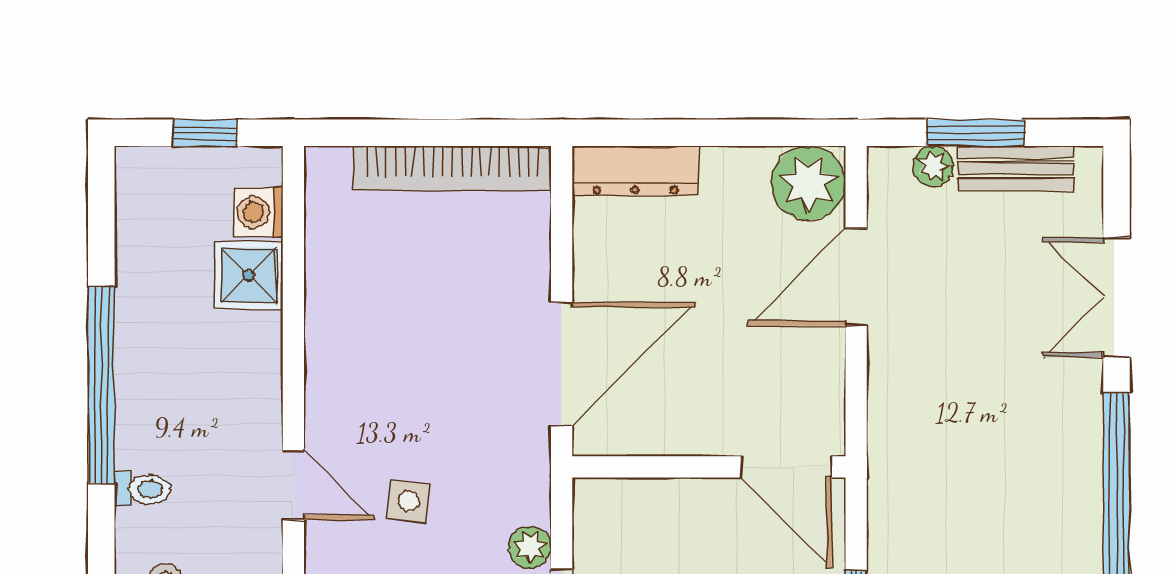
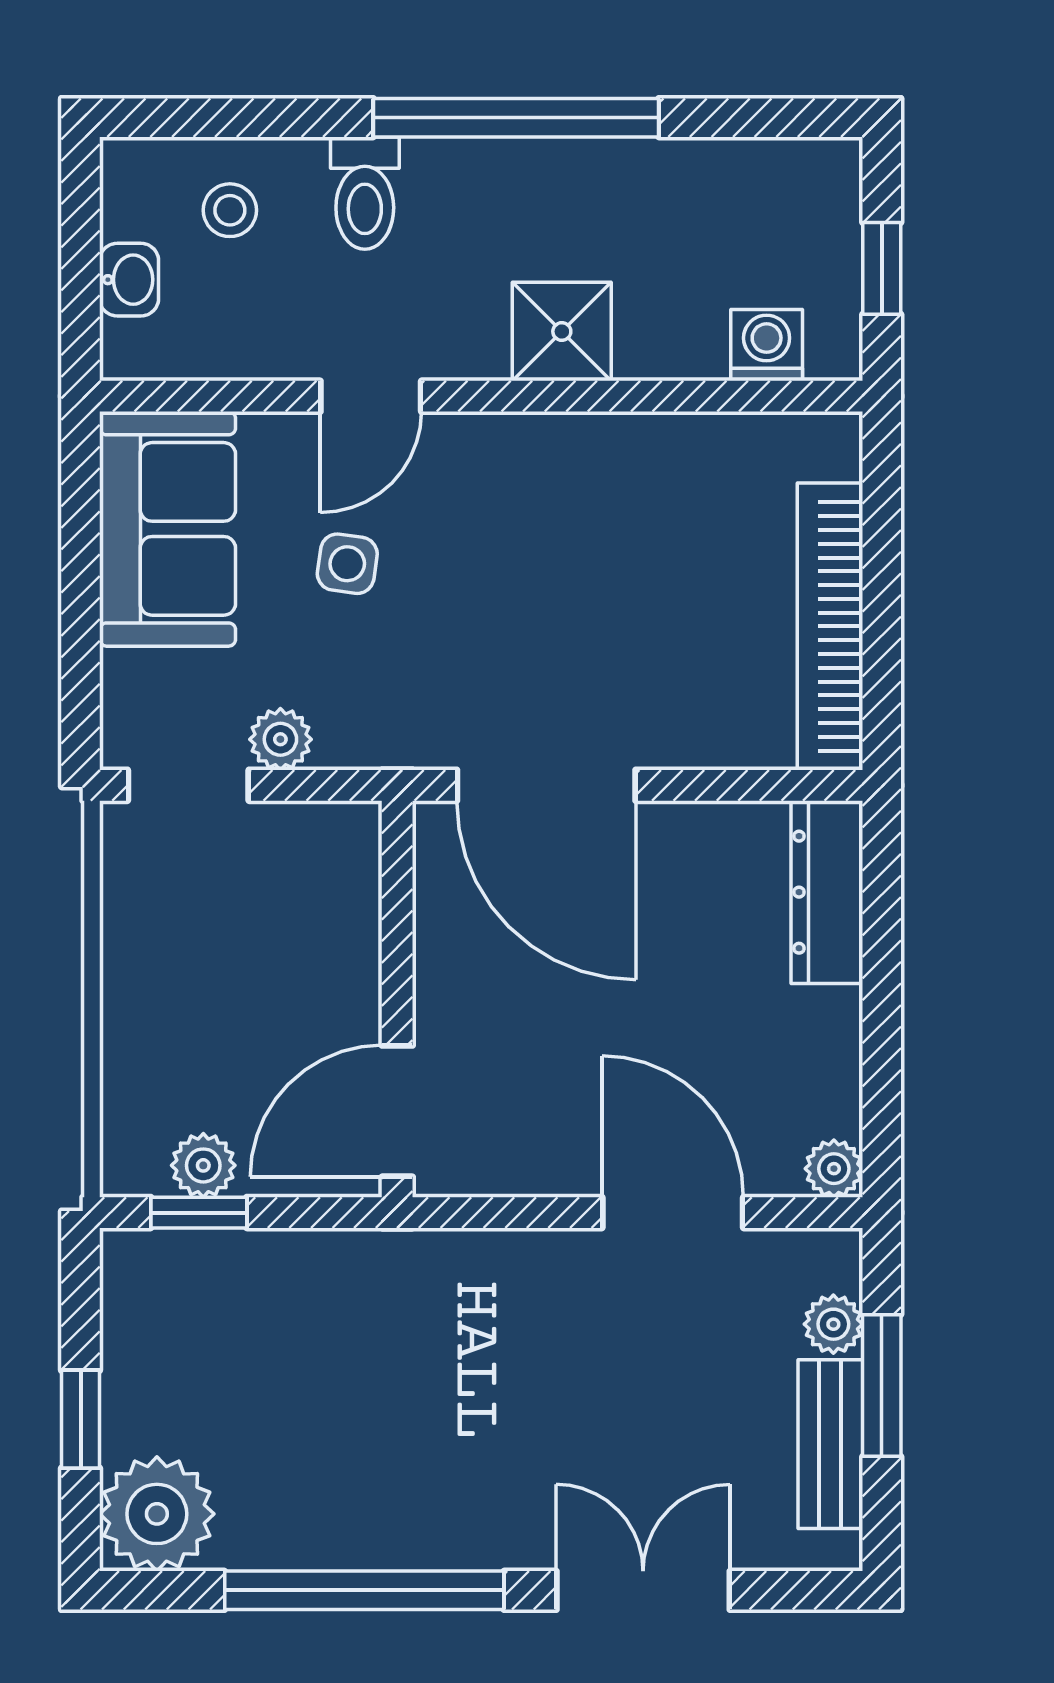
plant: (808, 183) -> (834, 1169), width x0.53, depth x0.53
shower: (249, 275) -> (562, 331), moved
toilet: (143, 489) -> (365, 193), width x1.37, depth x1.39

